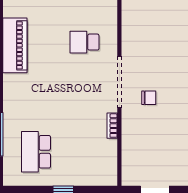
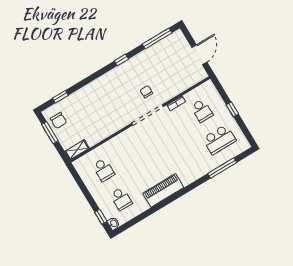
school desk: (84, 42) -> (202, 111), moved

